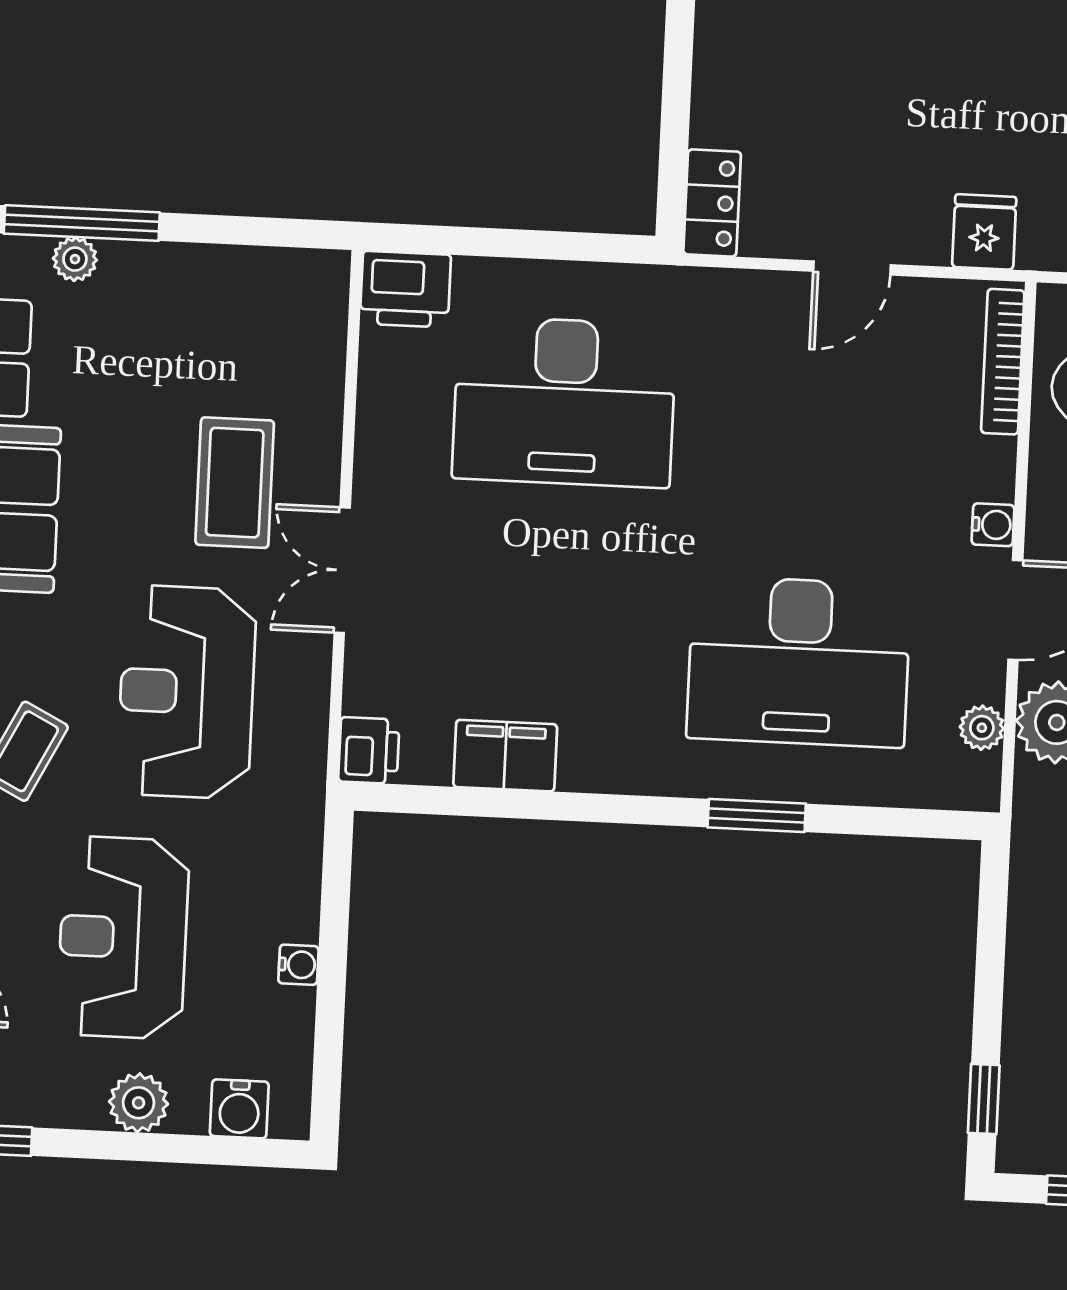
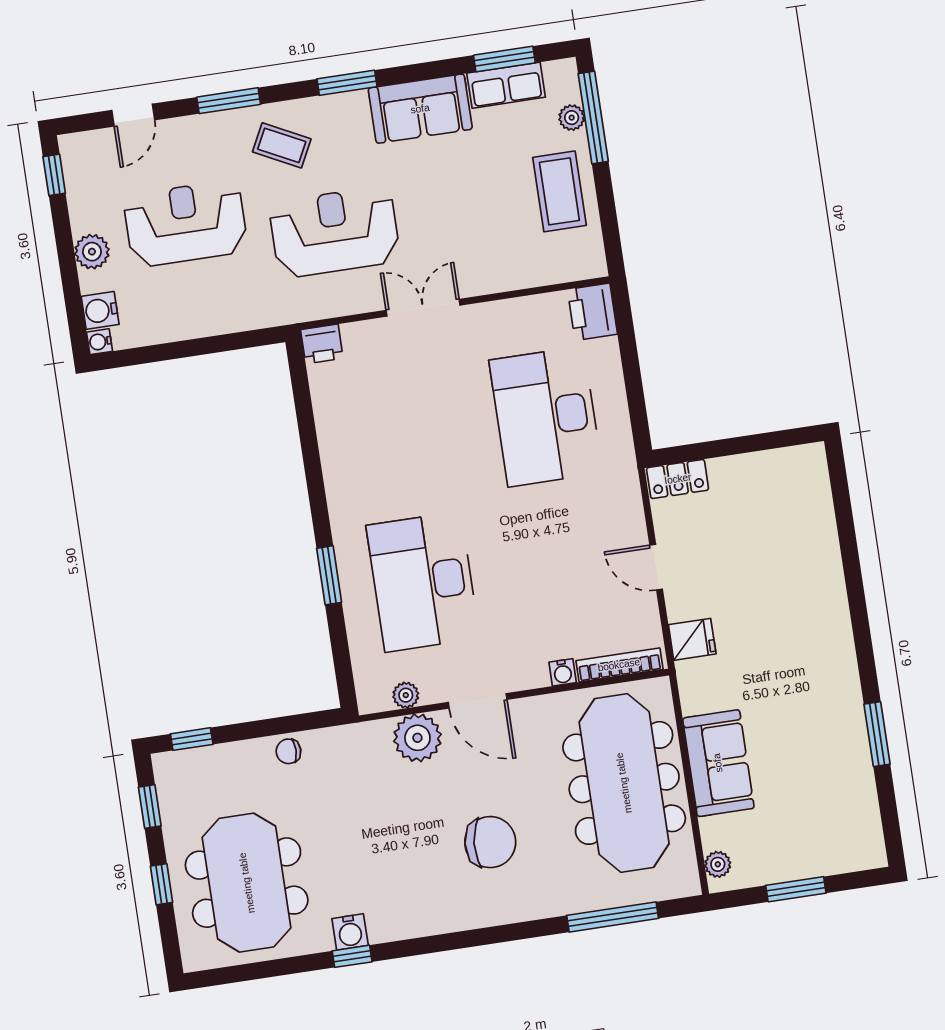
coffee table: (235, 483) -> (559, 191), moved, turned 90
water cooler: (993, 525) -> (563, 672), moved
filing cabinet: (505, 756) -> (335, 423), removed
chair: (1036, 942) -> (288, 751), added
water cooler: (298, 965) -> (100, 342), moved, turned 90

